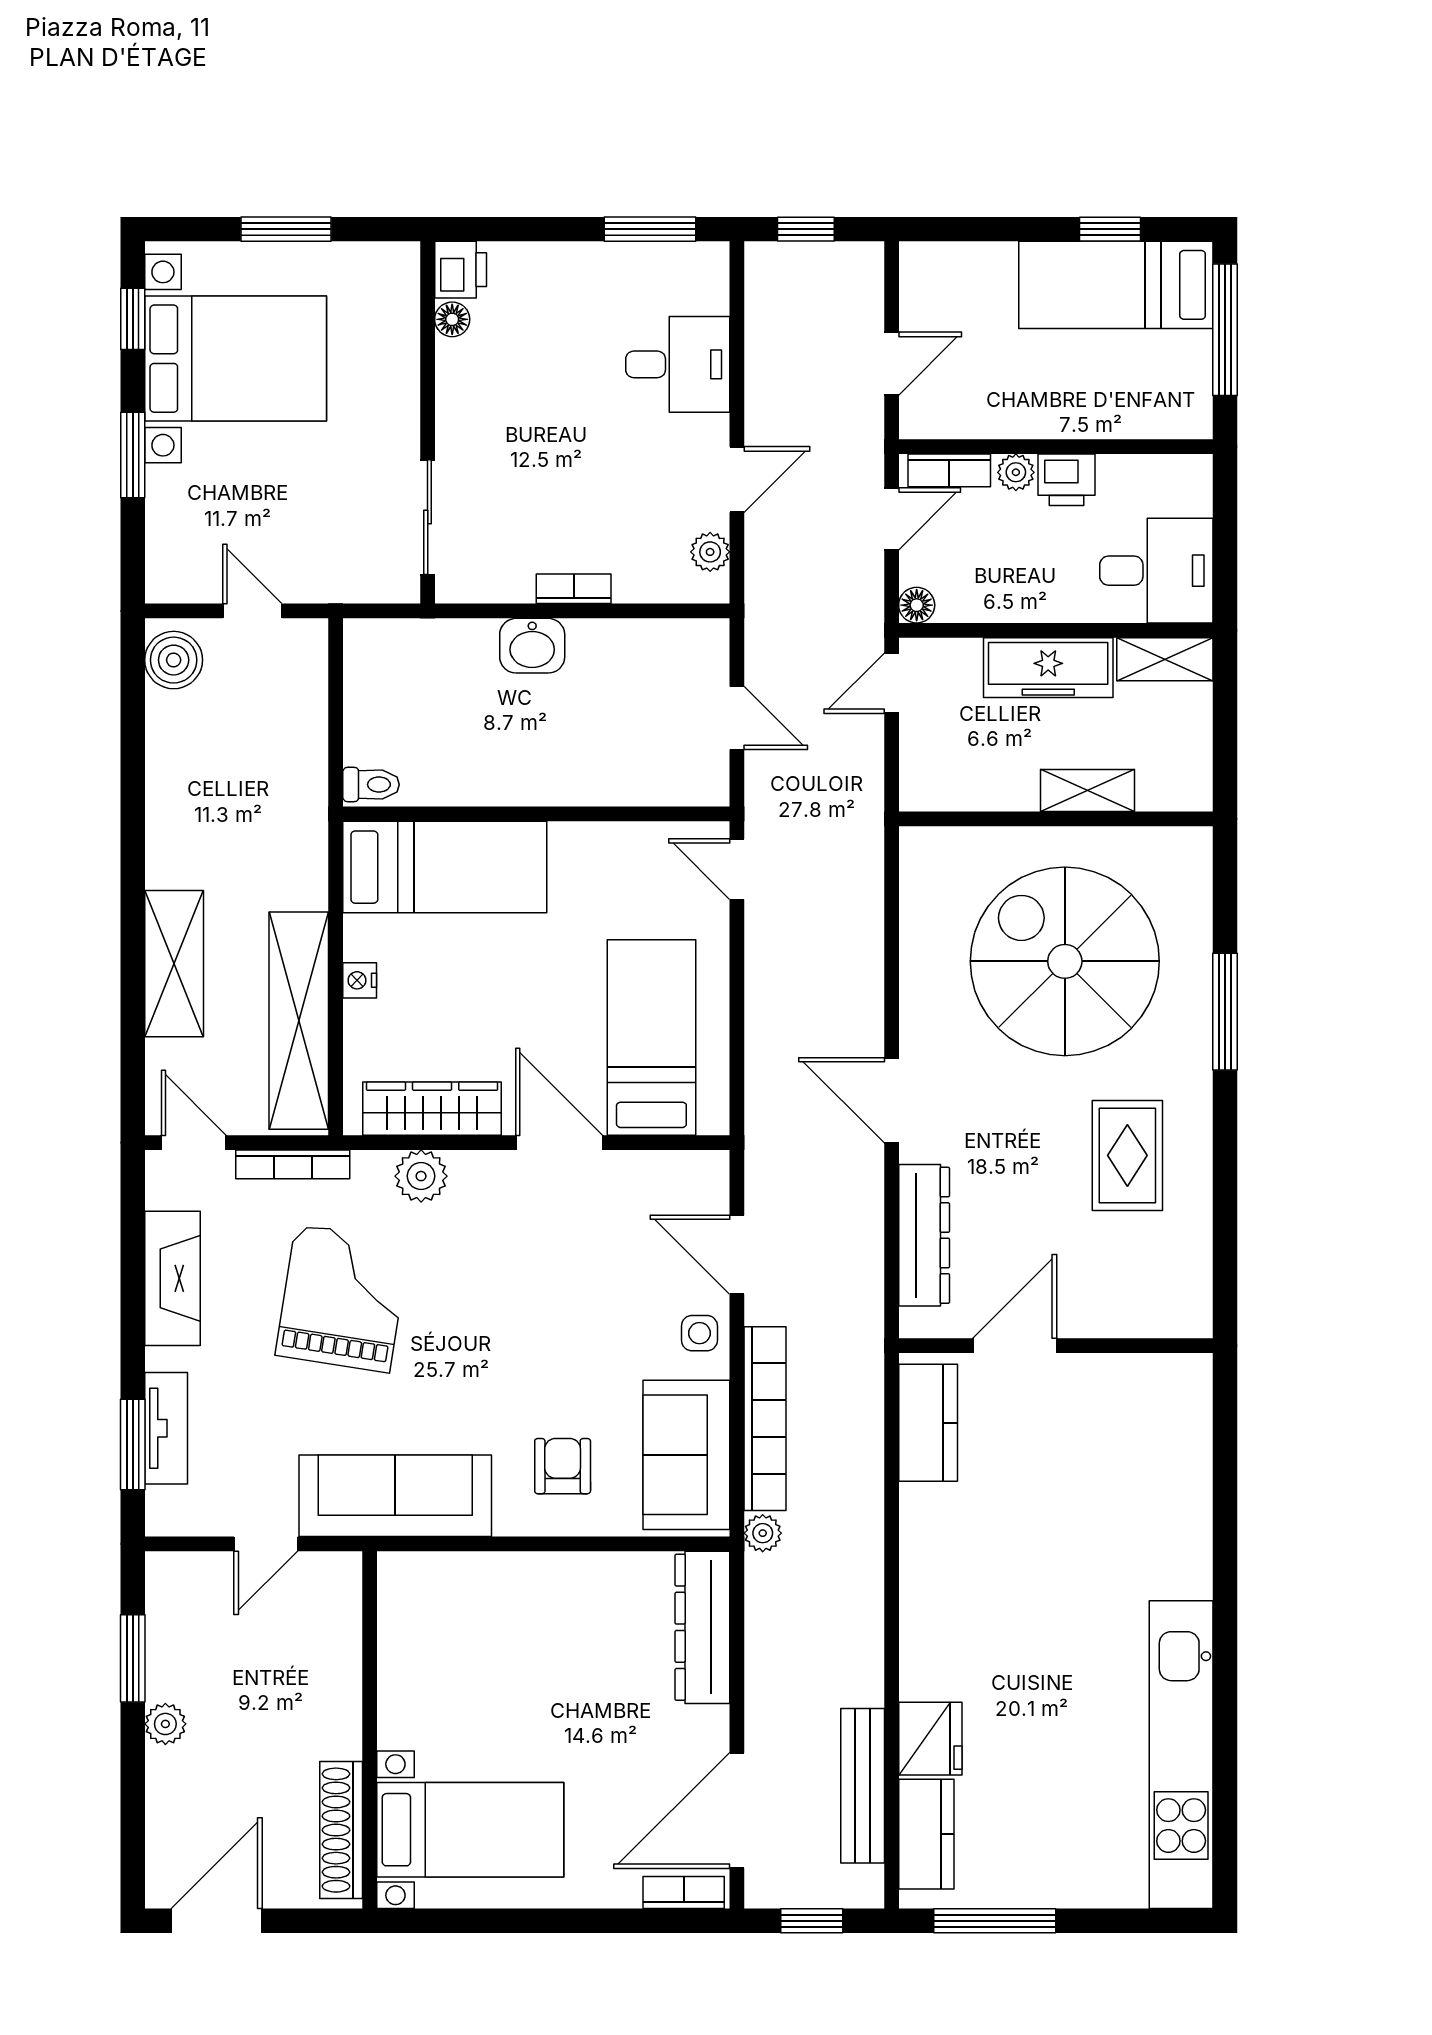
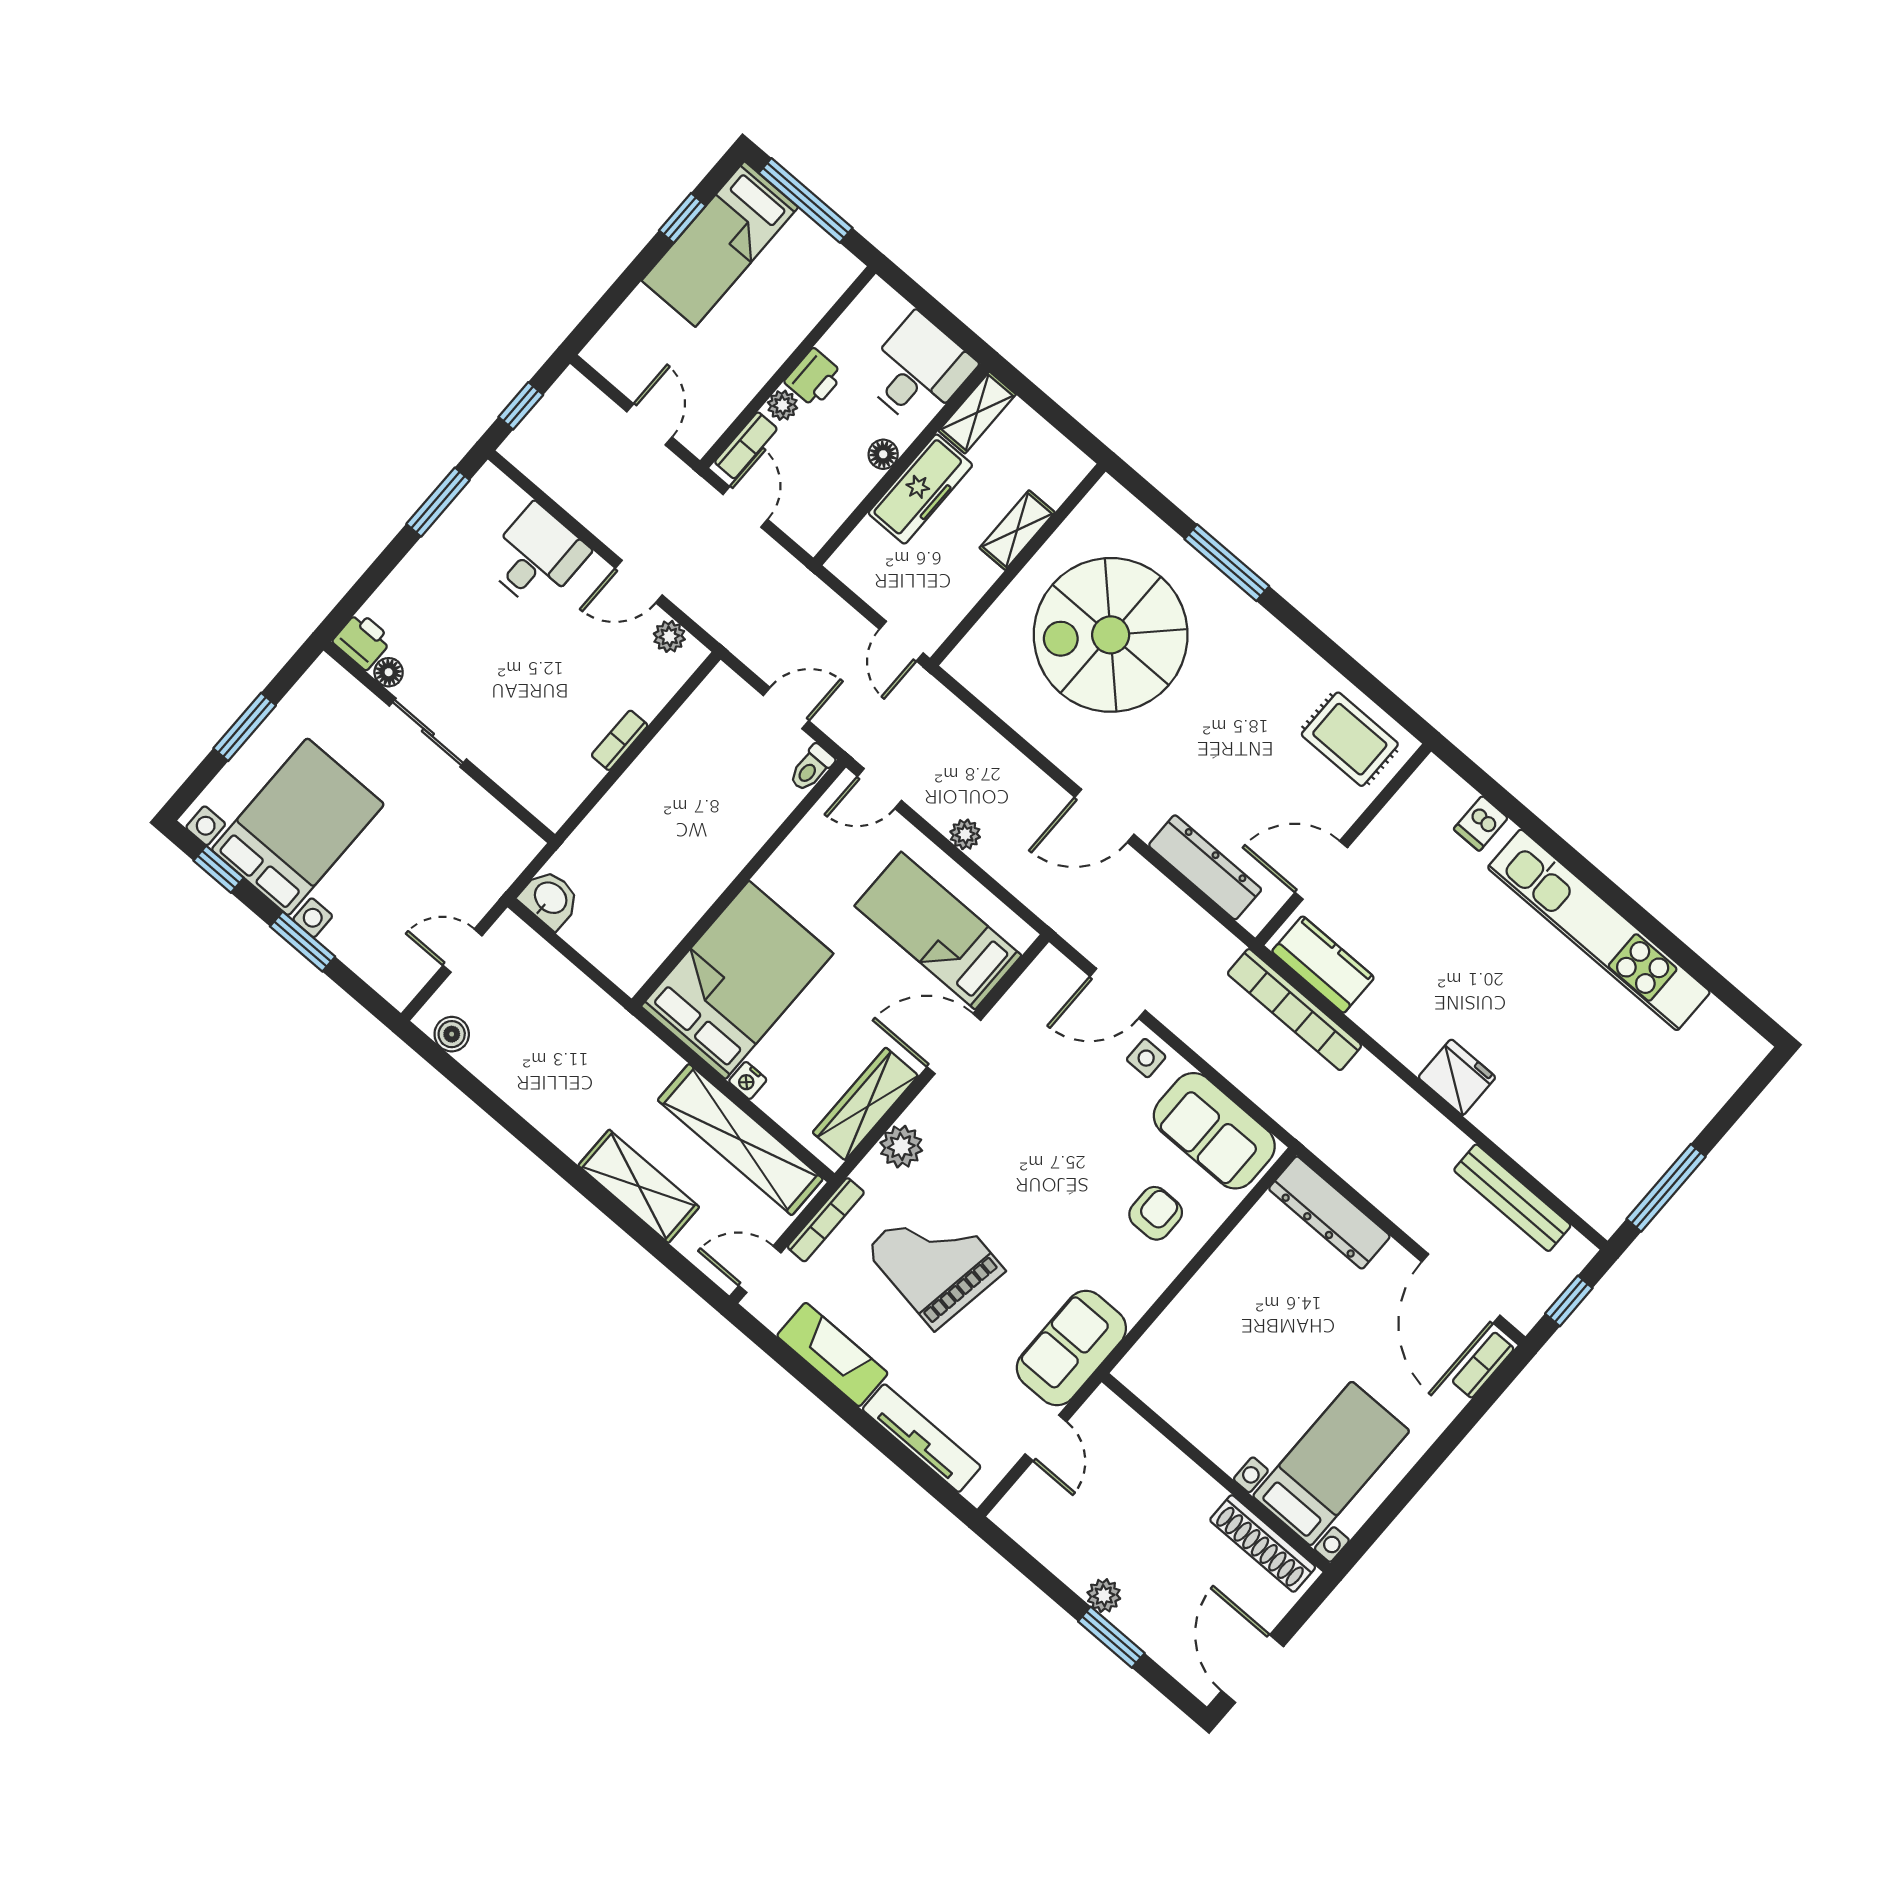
door: (737, 480) -> (639, 582), swing flipped
sliding door: (428, 517) -> (428, 733), moved
floor lamp: (917, 605) -> (883, 454), moved
washbasin: (532, 646) -> (550, 899), moved, turned -90
boiler: (174, 660) -> (452, 1034), width x0.73, depth x0.73
door: (892, 683) -> (901, 641), moved
toilet: (371, 785) -> (811, 768), moved, turned 180
bed: (445, 867) -> (737, 980), width x1.50
rug: (1127, 1155) -> (1350, 739), moved
door: (1015, 1346) -> (1321, 870), hinge flipped
bookcase: (765, 1419) -> (1295, 1010), moved, turned 180
tv unit: (166, 1428) -> (922, 1438), width x1.41
window: (133, 1444) -> (914, 1467), removed
dishwasher: (1186, 1457) -> (1481, 823), added
armchair: (563, 1466) -> (1156, 1213), turned 90
sofa: (395, 1496) -> (1071, 1348), width x0.73
plant: (763, 1533) -> (965, 834), moved
window: (133, 1658) -> (1111, 1637), moved
fridge: (930, 1739) -> (1457, 1077), moved
kitchen unit: (1181, 1755) -> (1599, 930), moved
kitchen counter: (926, 1834) -> (1576, 1184), removed

